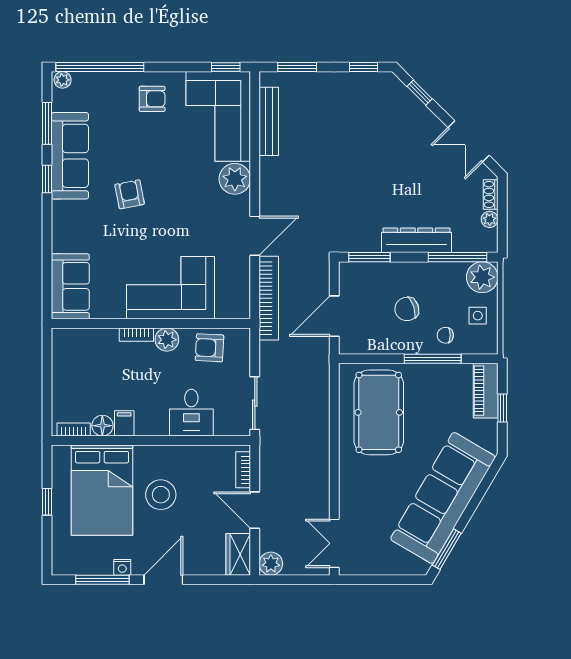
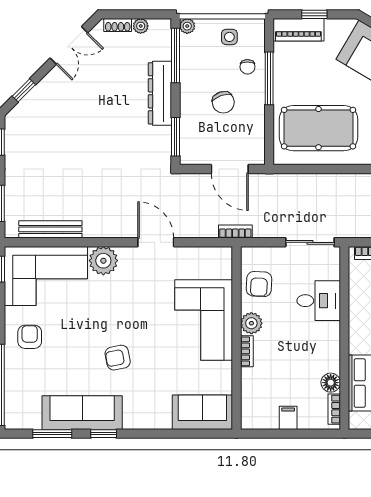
plant: (63, 80) -> (12, 419), removed
plant: (482, 277) -> (187, 26), width x0.53, depth x0.53
bookcase: (269, 298) -> (235, 232), width x0.43, depth x0.76
filing cabinet: (124, 423) -> (288, 418), moved, turned 90

